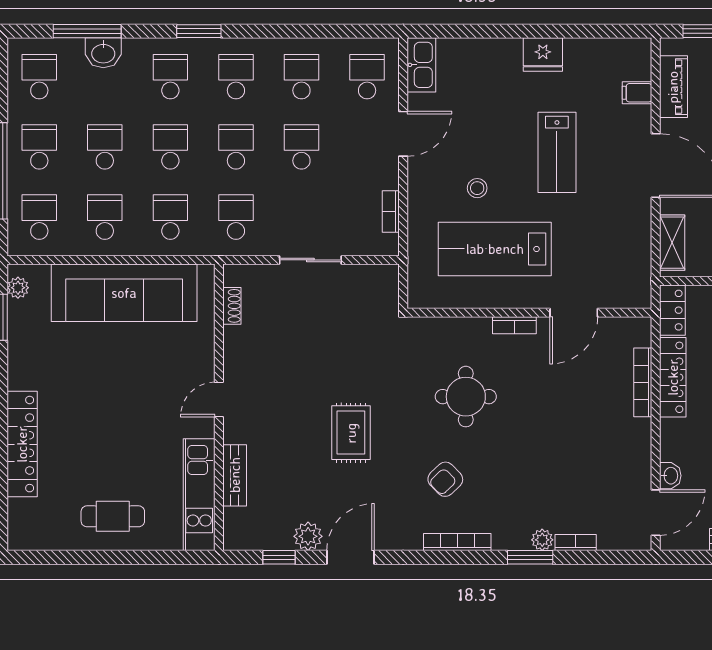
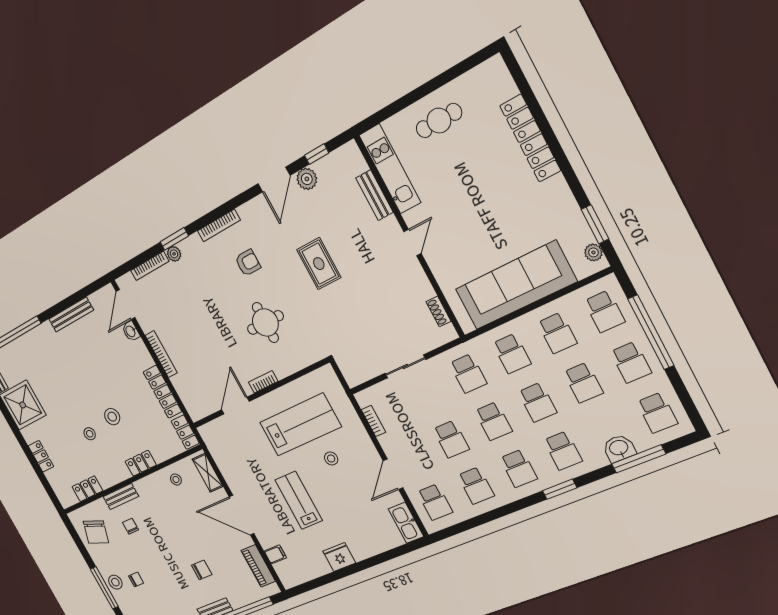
bookcase: (643, 382) -> (161, 354), moved
armchair: (445, 479) -> (248, 263), turned 44
bookcase: (576, 542) -> (150, 266), width x1.56

